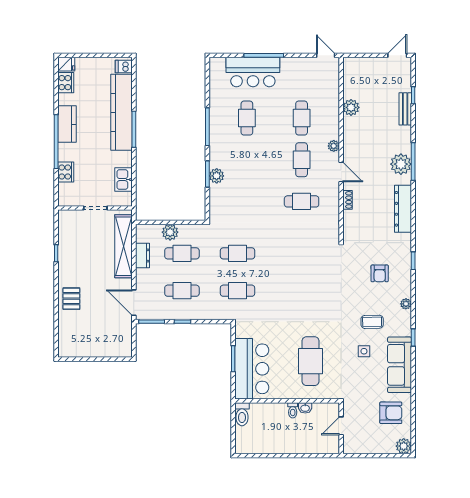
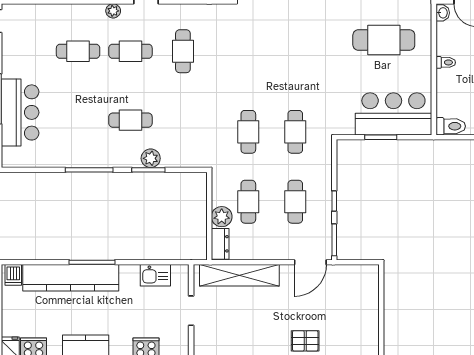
cafe table: (247, 118) -> (130, 120), moved
dresser: (143, 255) -> (220, 244), moved, turned 90
washbasin: (305, 408) -> (443, 13), moved

